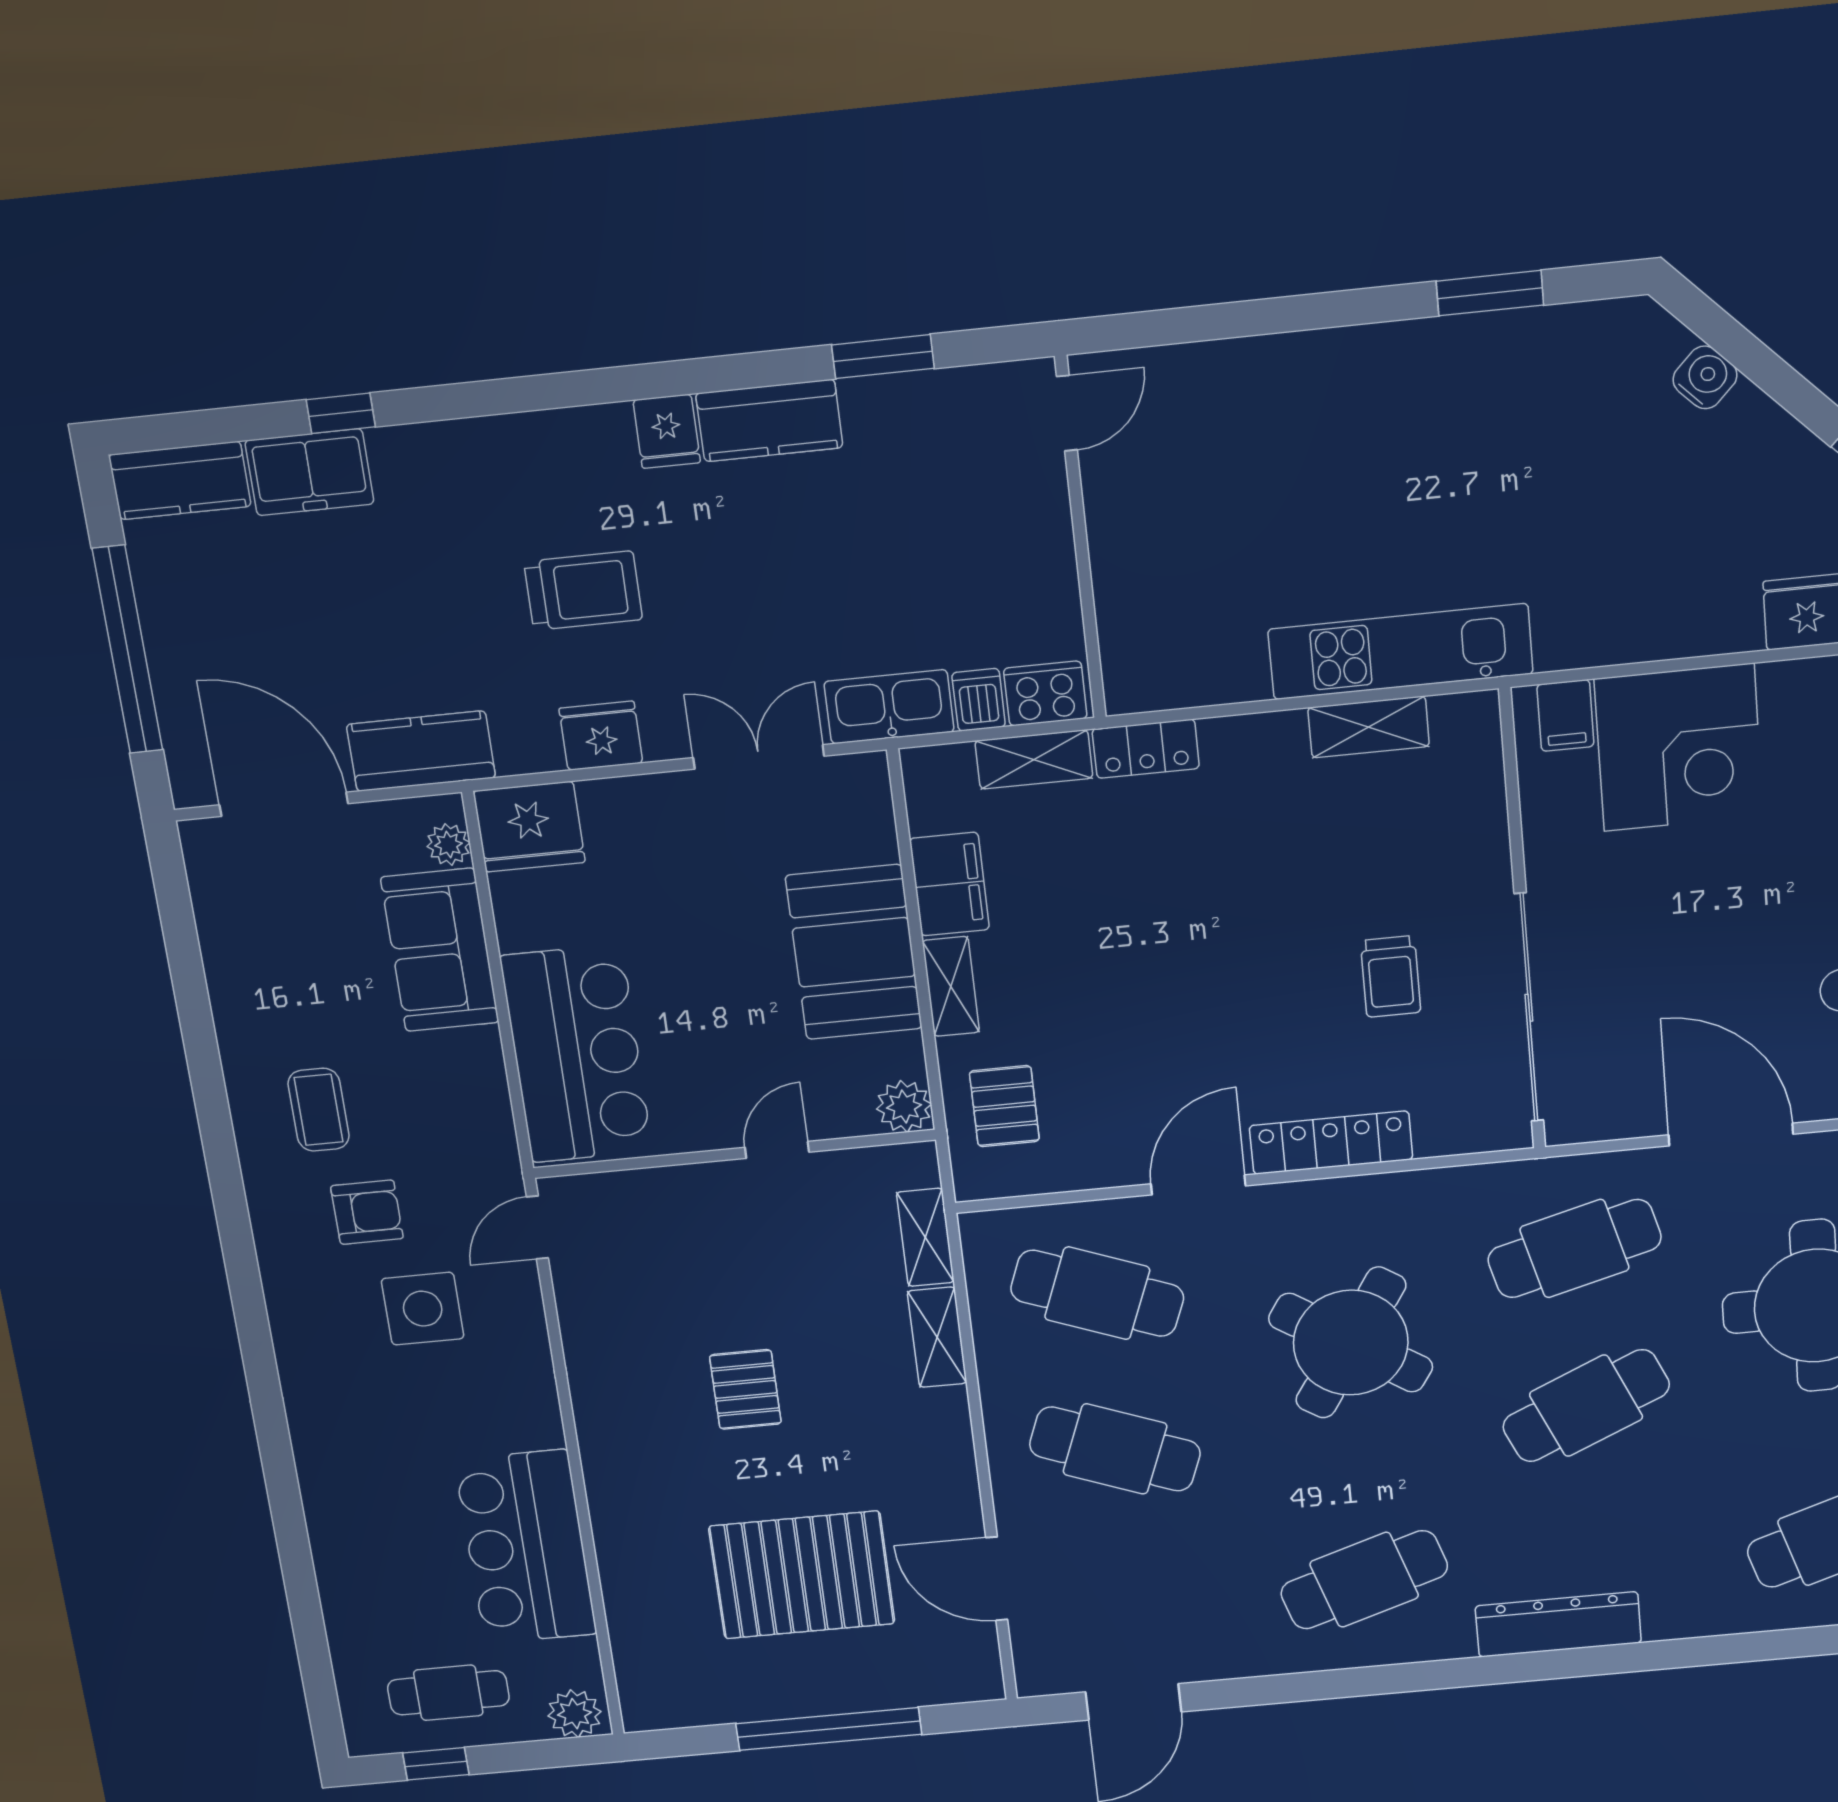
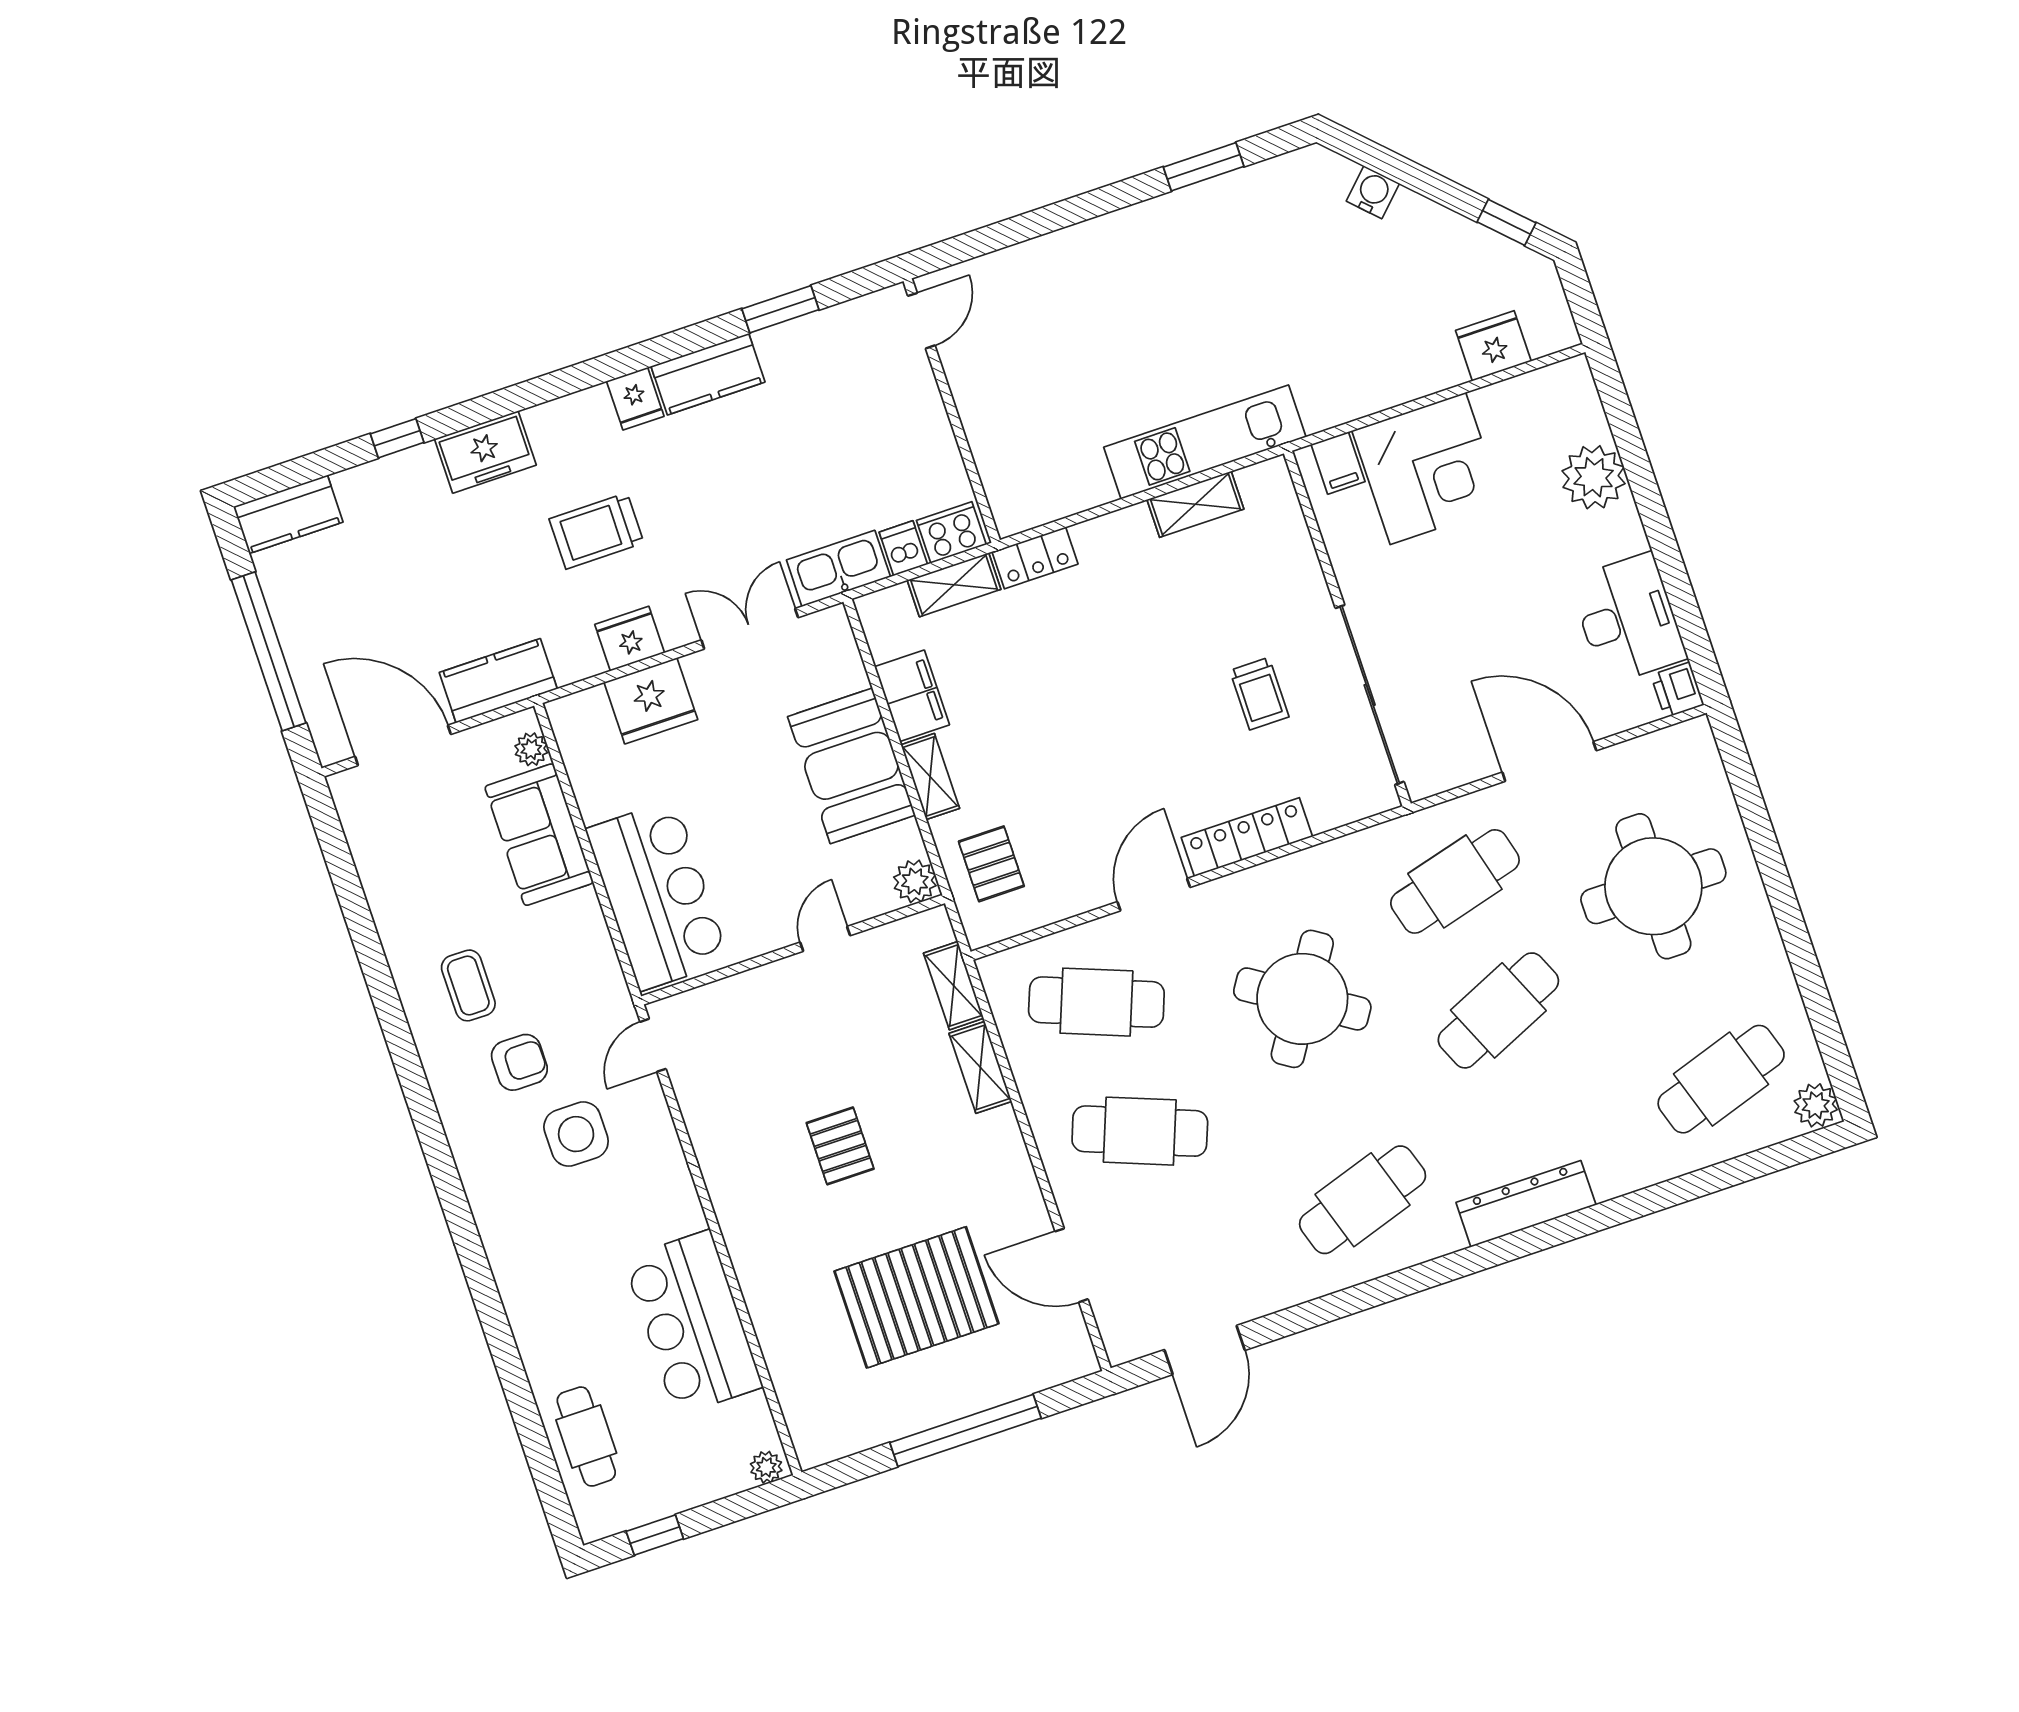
freezer: (309, 472) -> (485, 452), moved
trolley: (583, 591) -> (596, 531), turned 180
fridge: (529, 827) -> (651, 701), moved
cafe table: (448, 1693) -> (586, 1437), moved, turned 90
plant: (575, 1714) -> (766, 1467), width x0.73, depth x0.73

